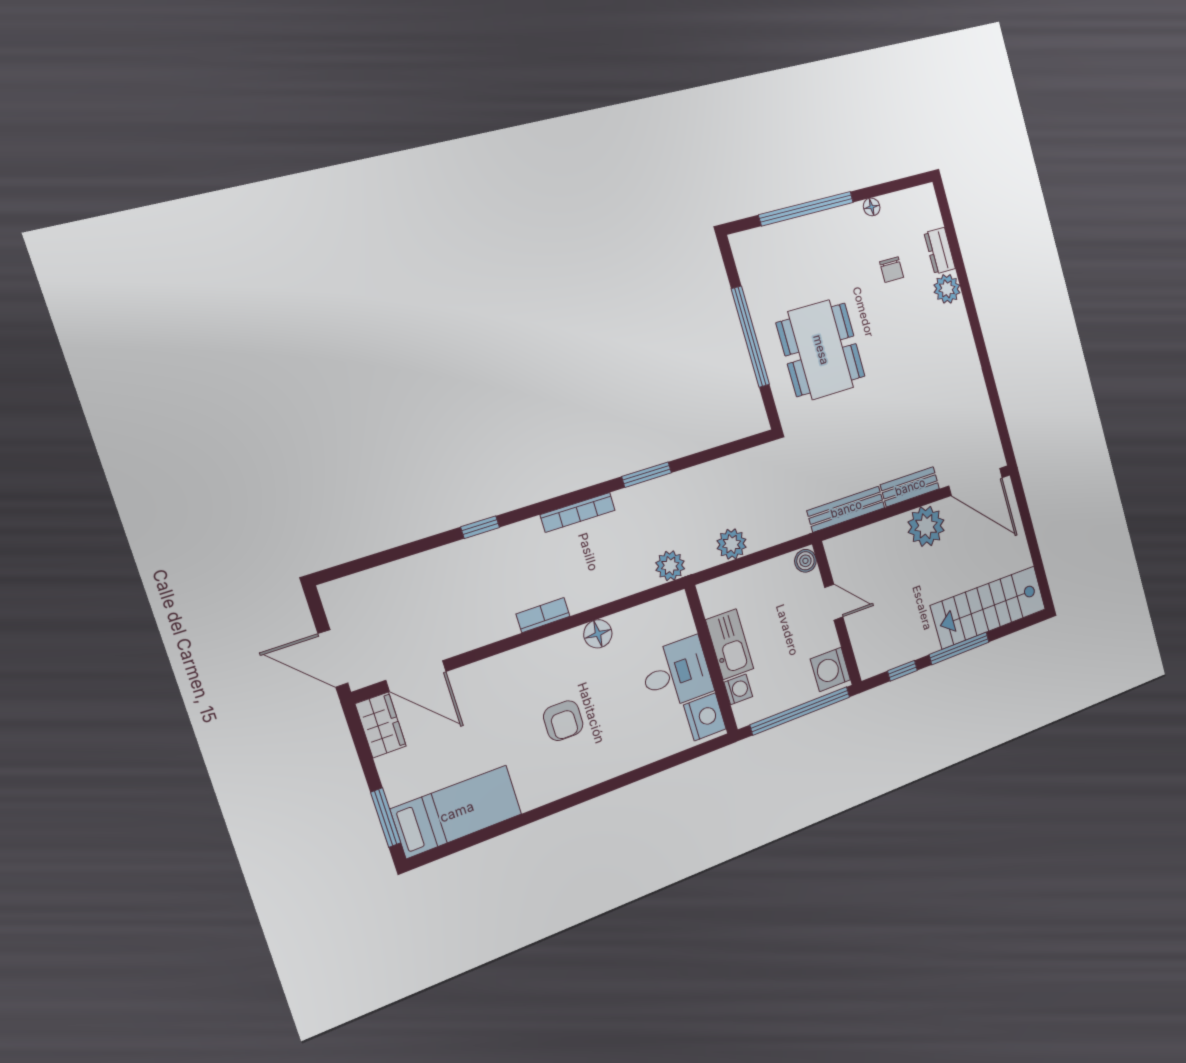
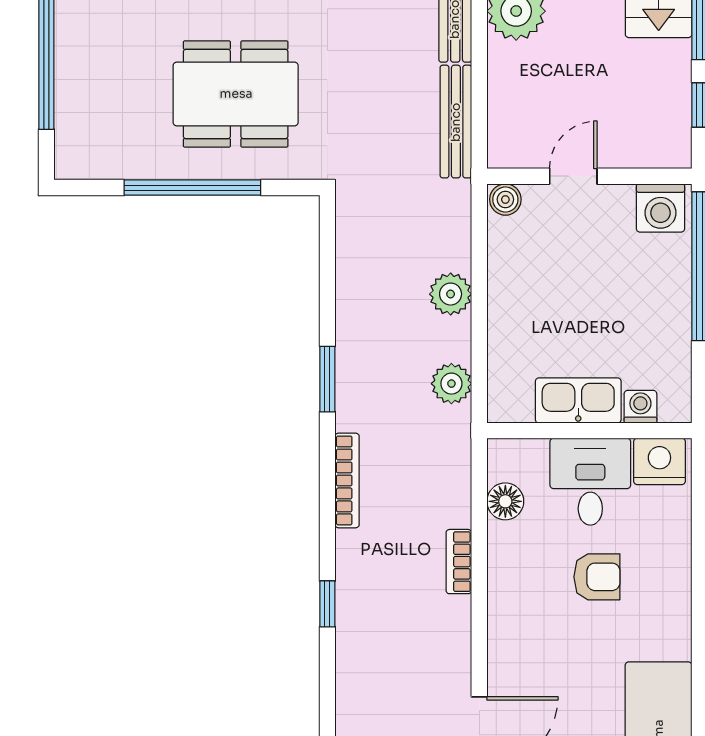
kitchen sink: (730, 644) -> (578, 400), moved
wall: (711, 660) -> (589, 431), moved
desk: (676, 673) -> (590, 482), moved
washing machine: (738, 689) -> (640, 407), moved
nightstand: (705, 717) -> (659, 461), moved

